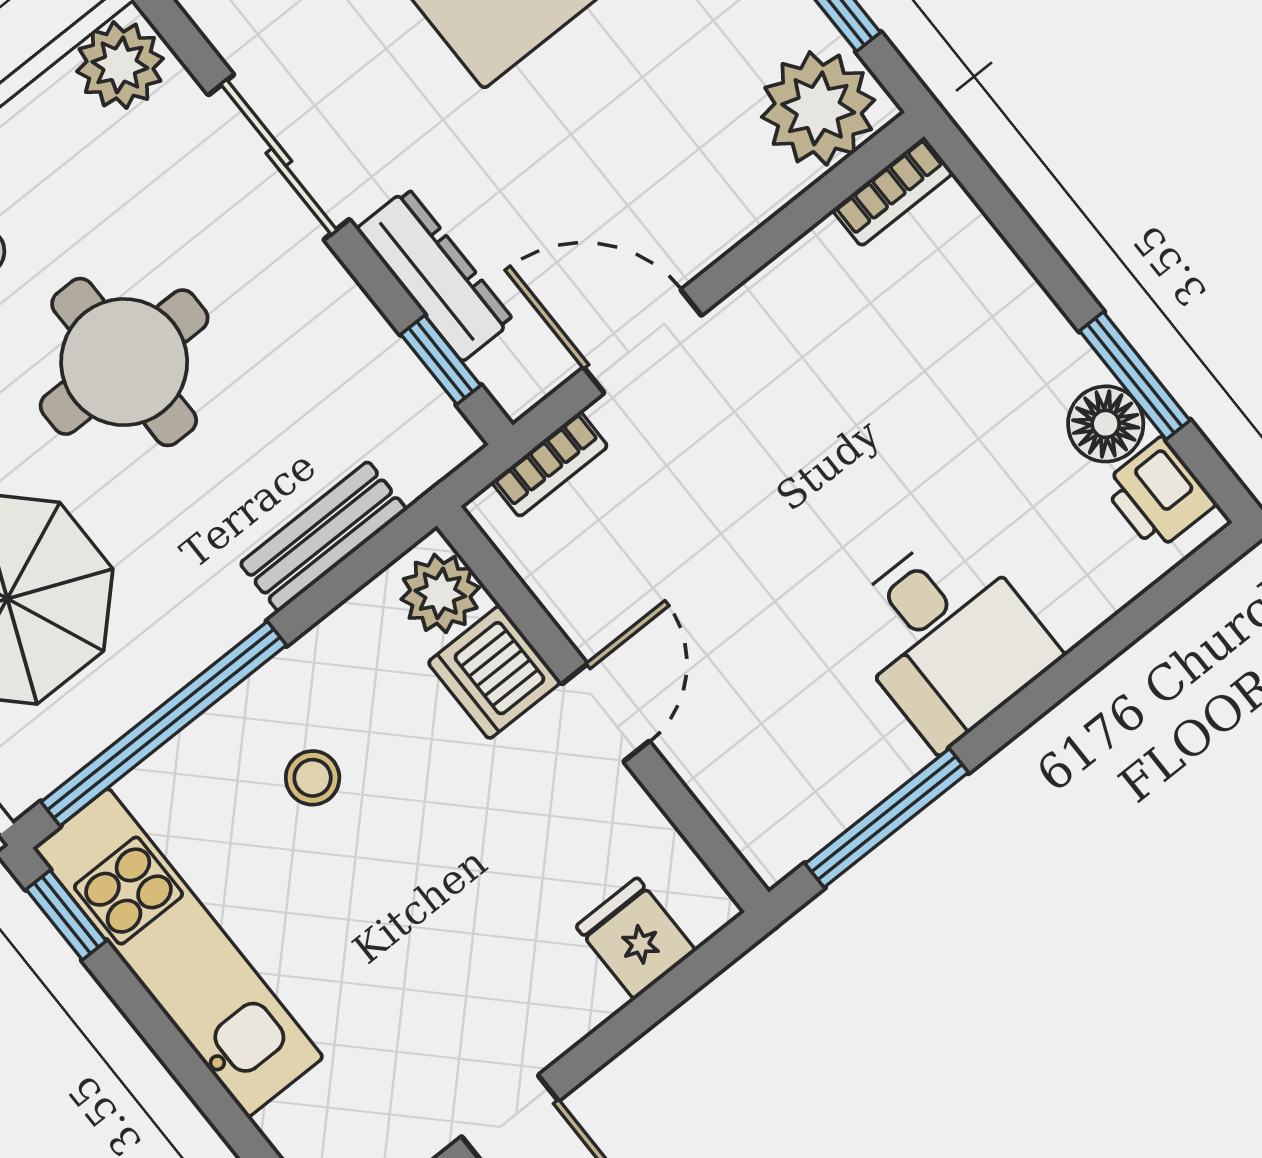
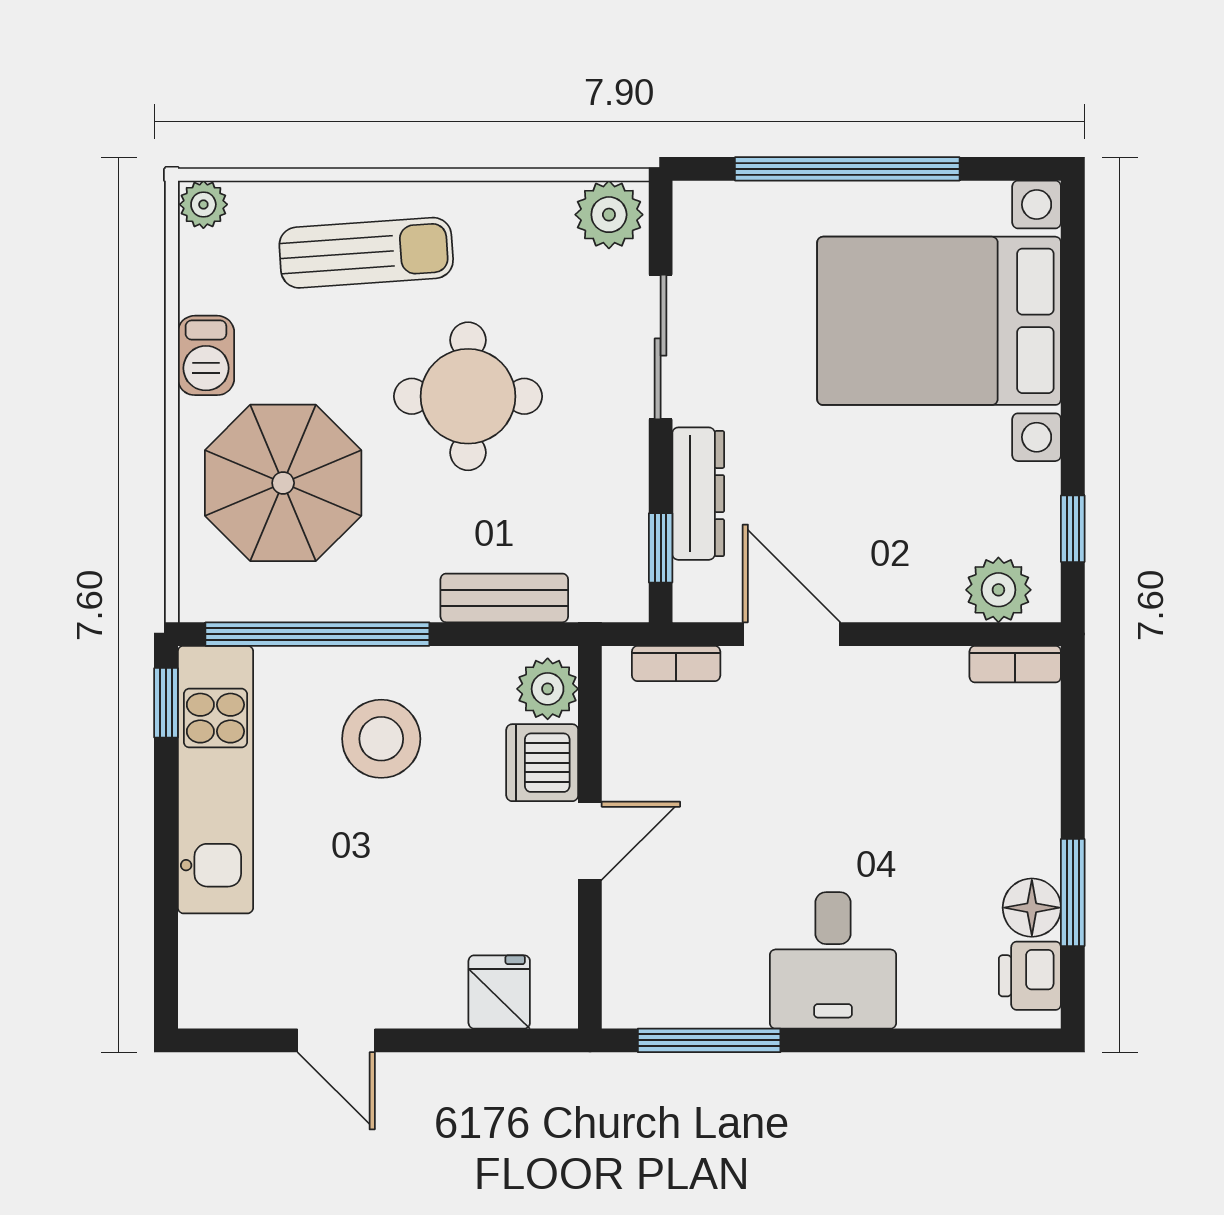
plant: (818, 108) -> (998, 590), width x0.73, depth x0.73
stool: (313, 778) -> (381, 739), width x1.89, depth x1.89

